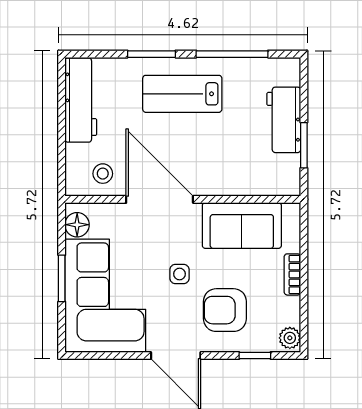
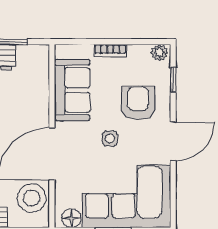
stool: (103, 174) -> (32, 198), width x1.89, depth x1.89
armchair: (225, 310) -> (138, 103), turned 180

